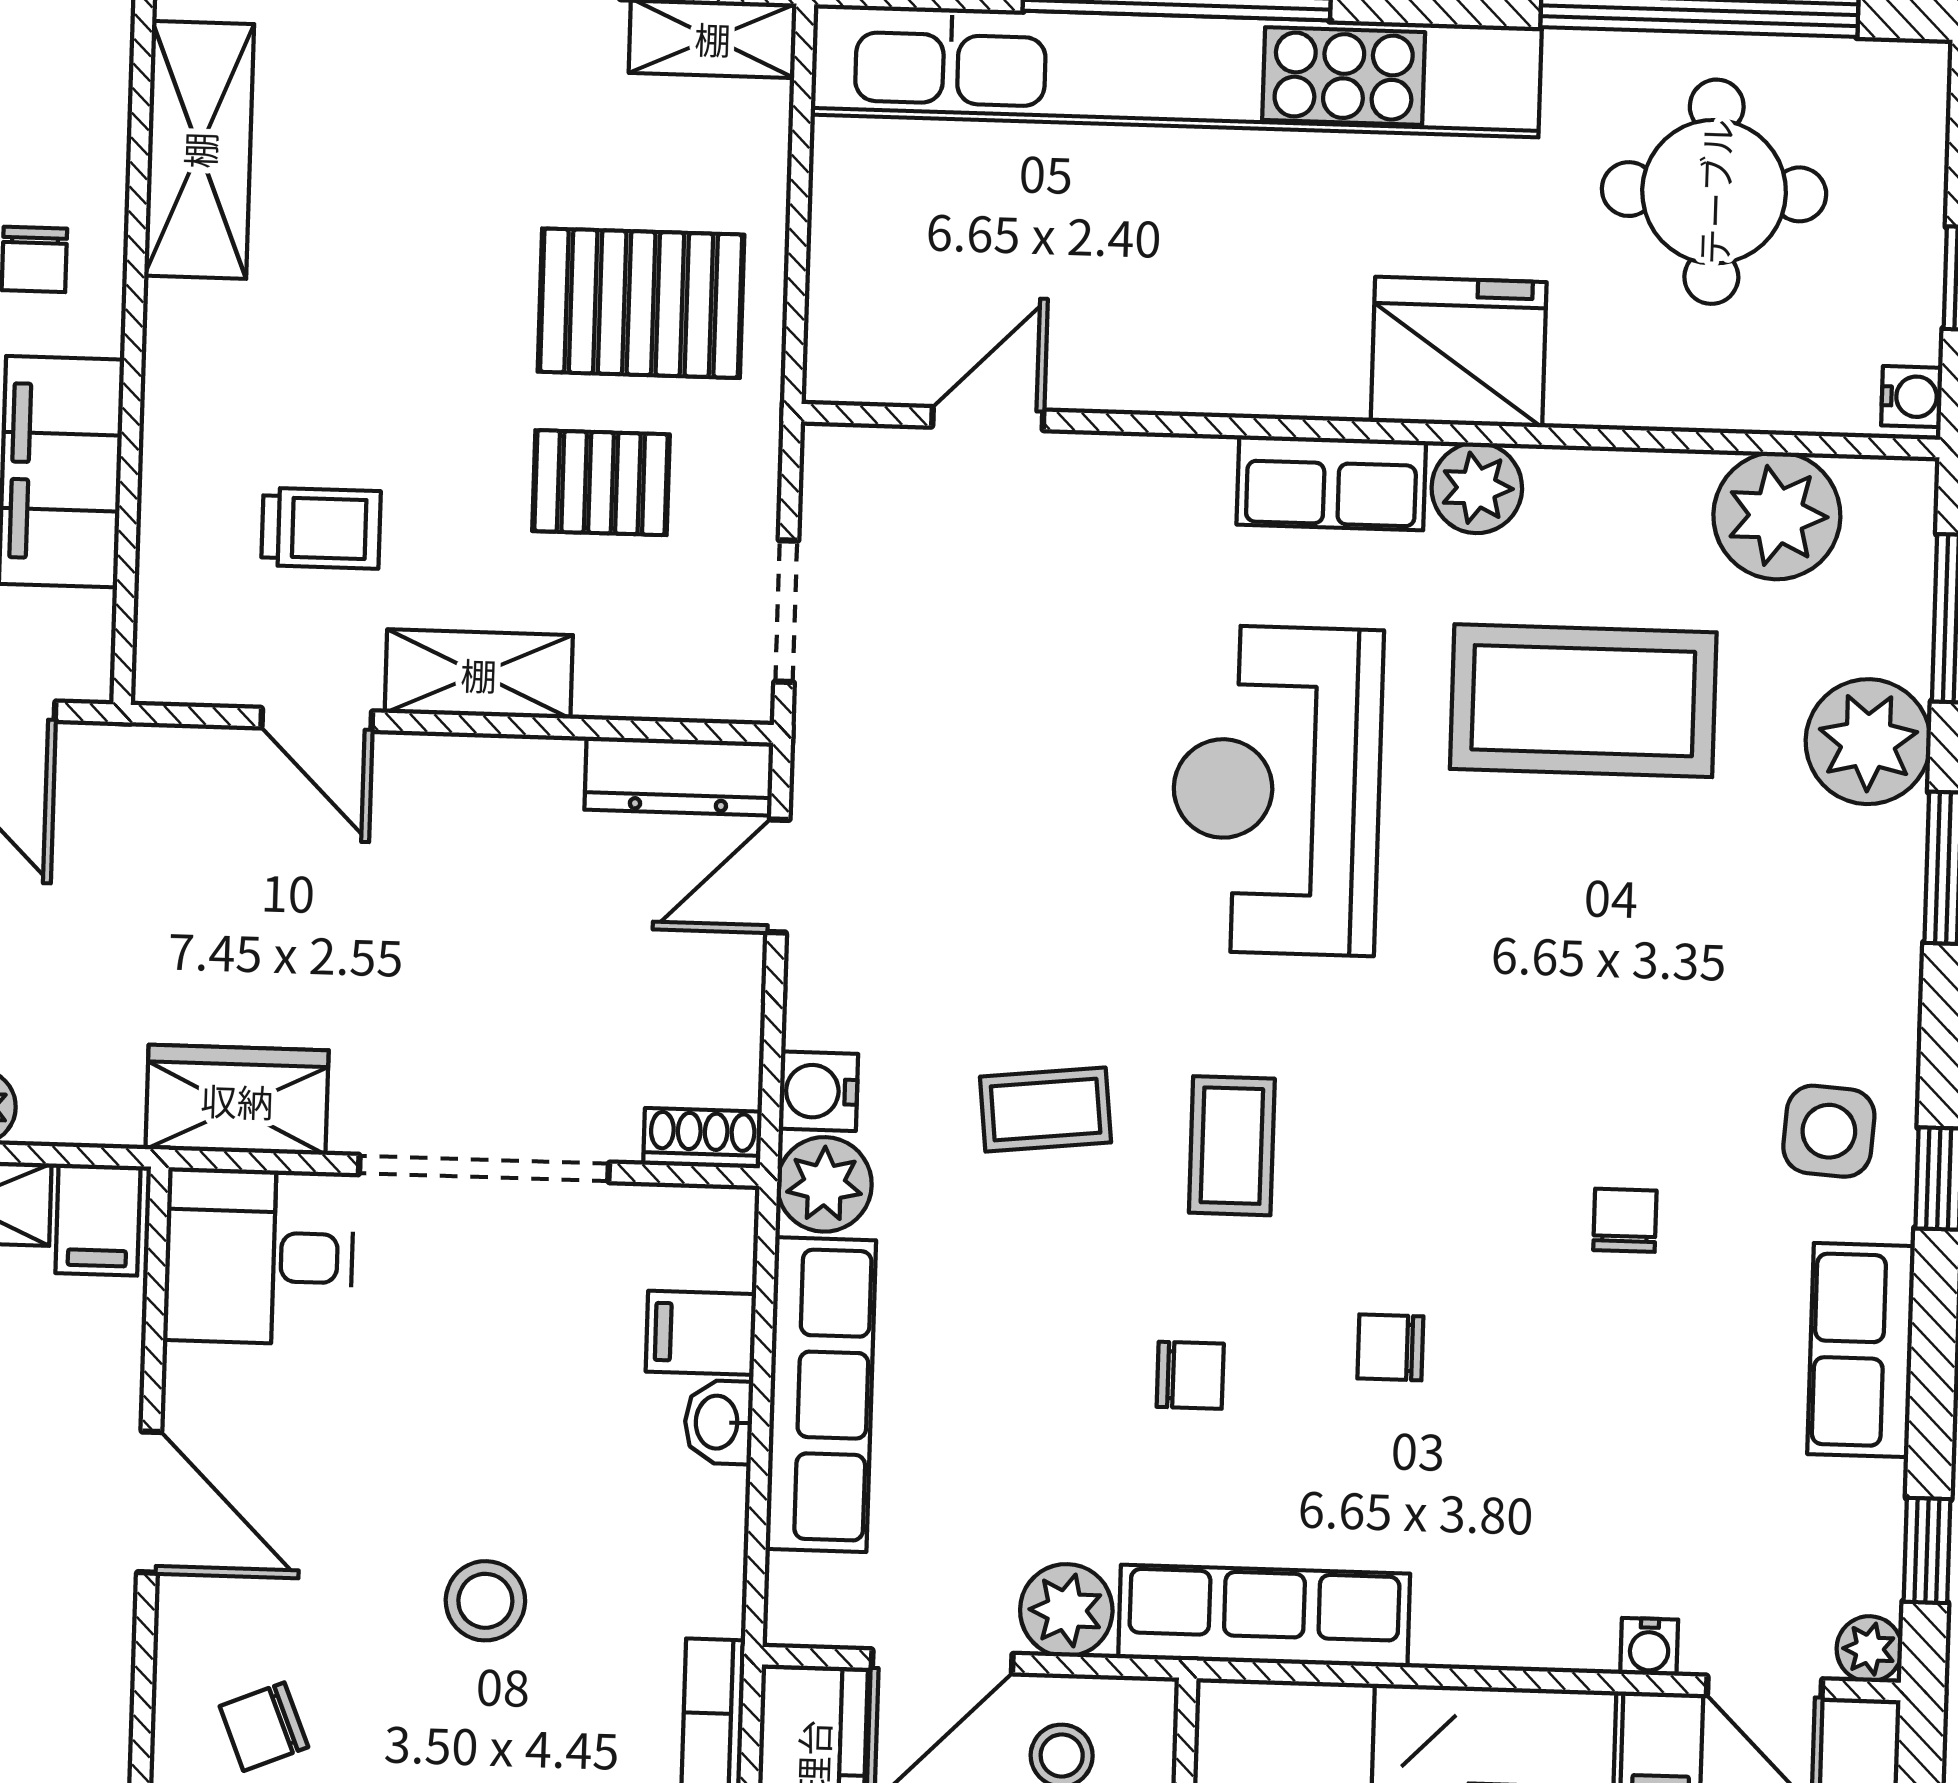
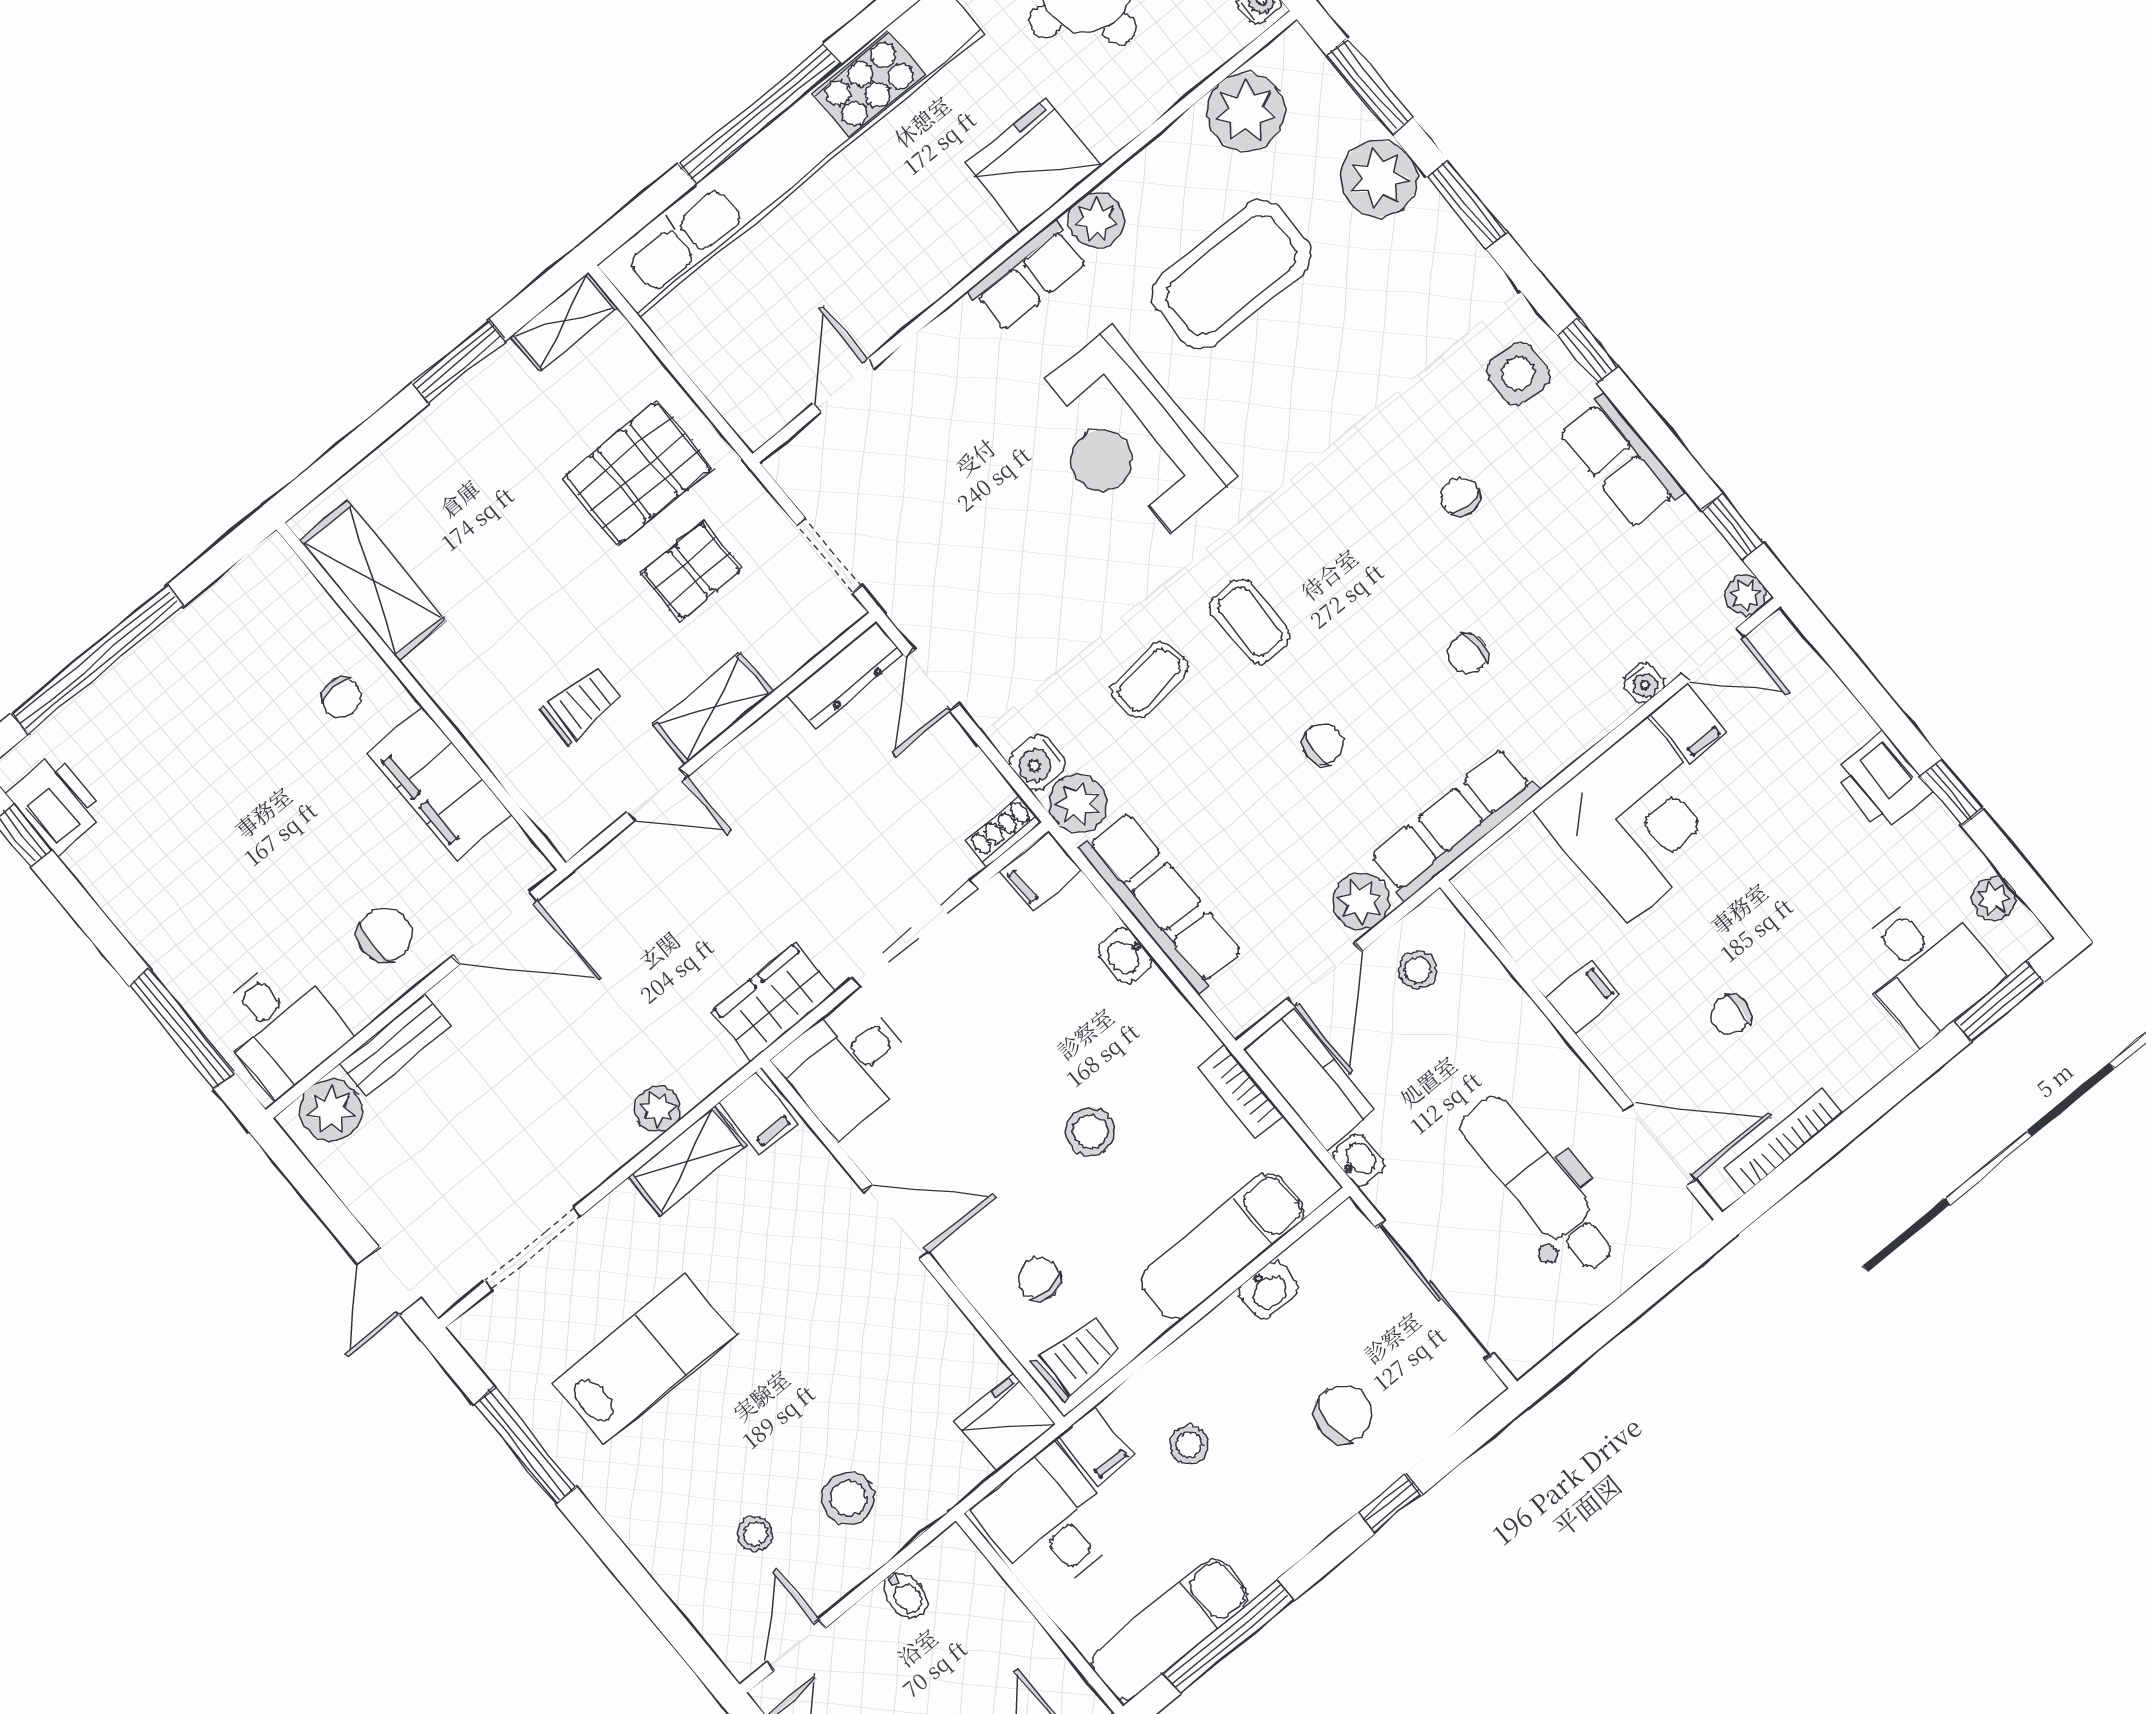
filing cabinet: (701, 1333) -> (1040, 872), moved
chair: (1390, 1347) -> (1468, 654), moved
chair: (264, 1727) -> (1039, 1279), turned 112

